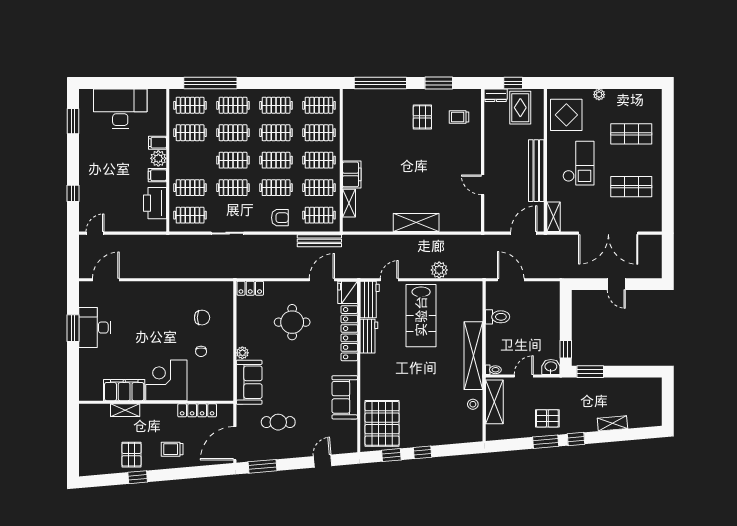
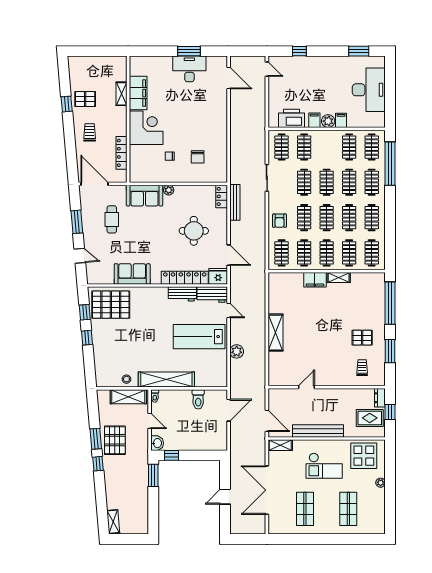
shelving: (349, 203) -> (339, 277), moved
bench: (319, 241) -> (235, 202), moved
pallet: (547, 418) -> (115, 440), width x1.50, depth x1.42
shelving: (612, 423) -> (113, 522), moved
window: (263, 466) -> (77, 222), moved

